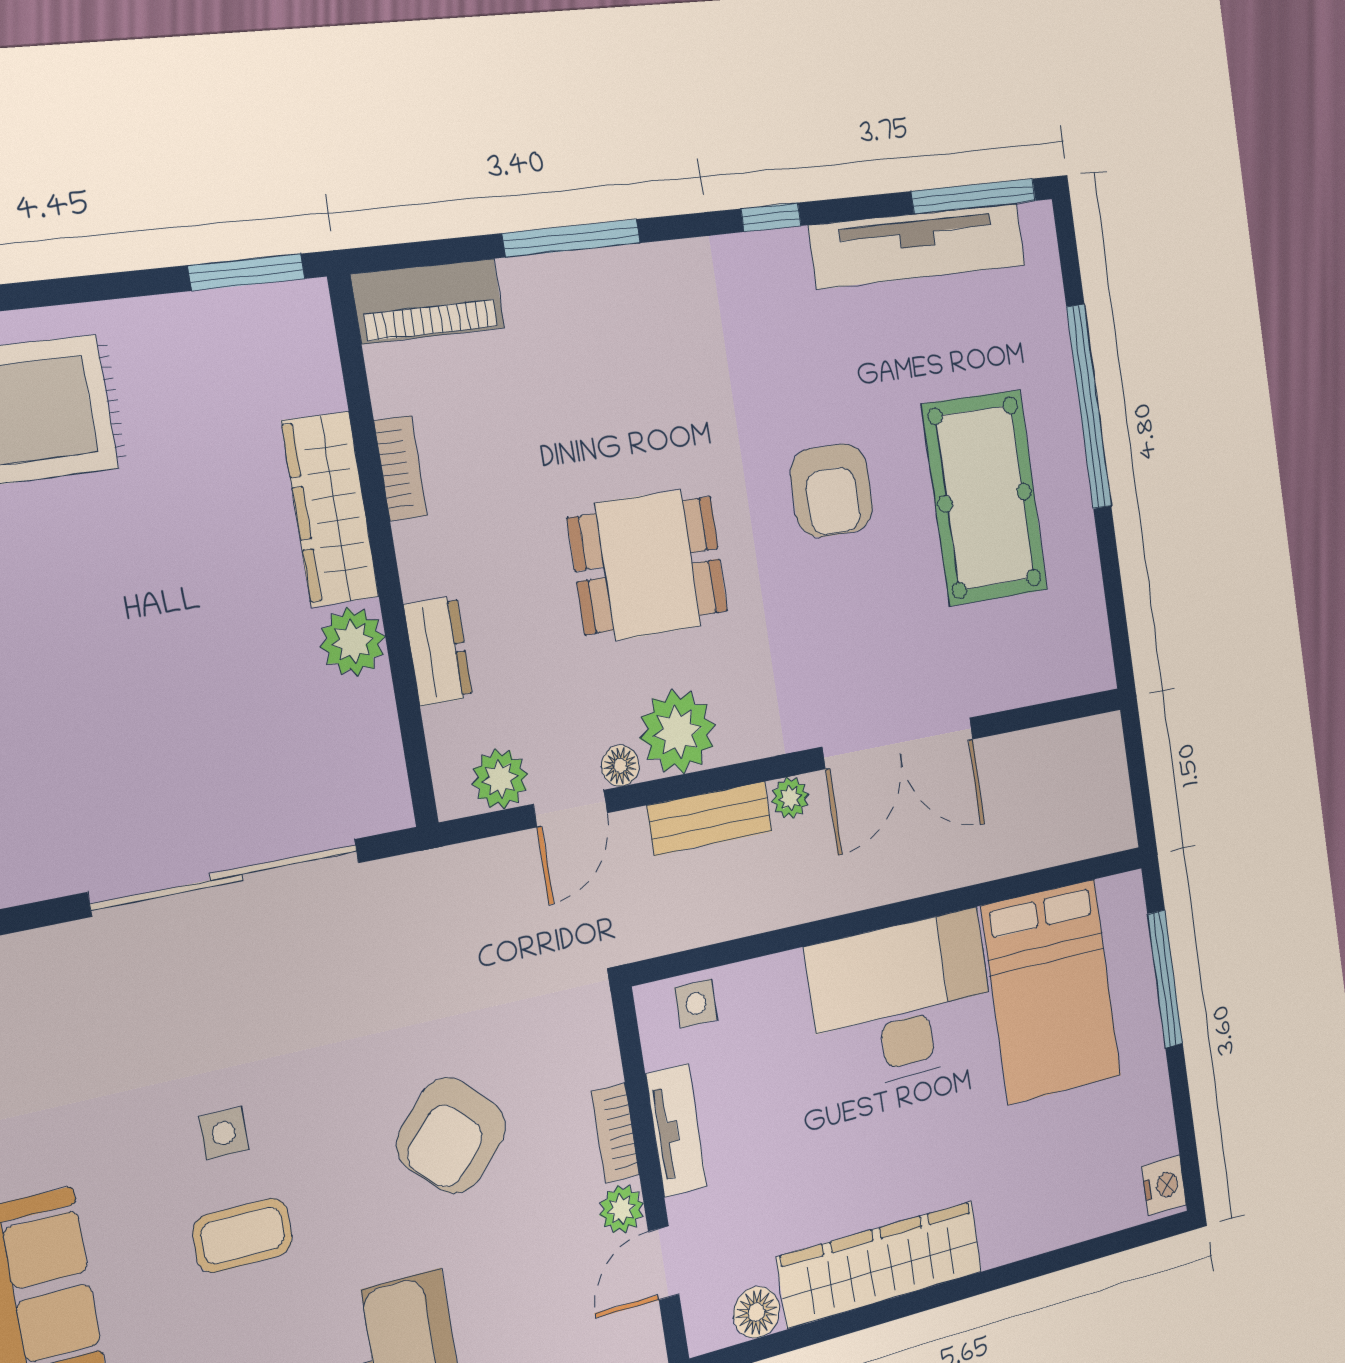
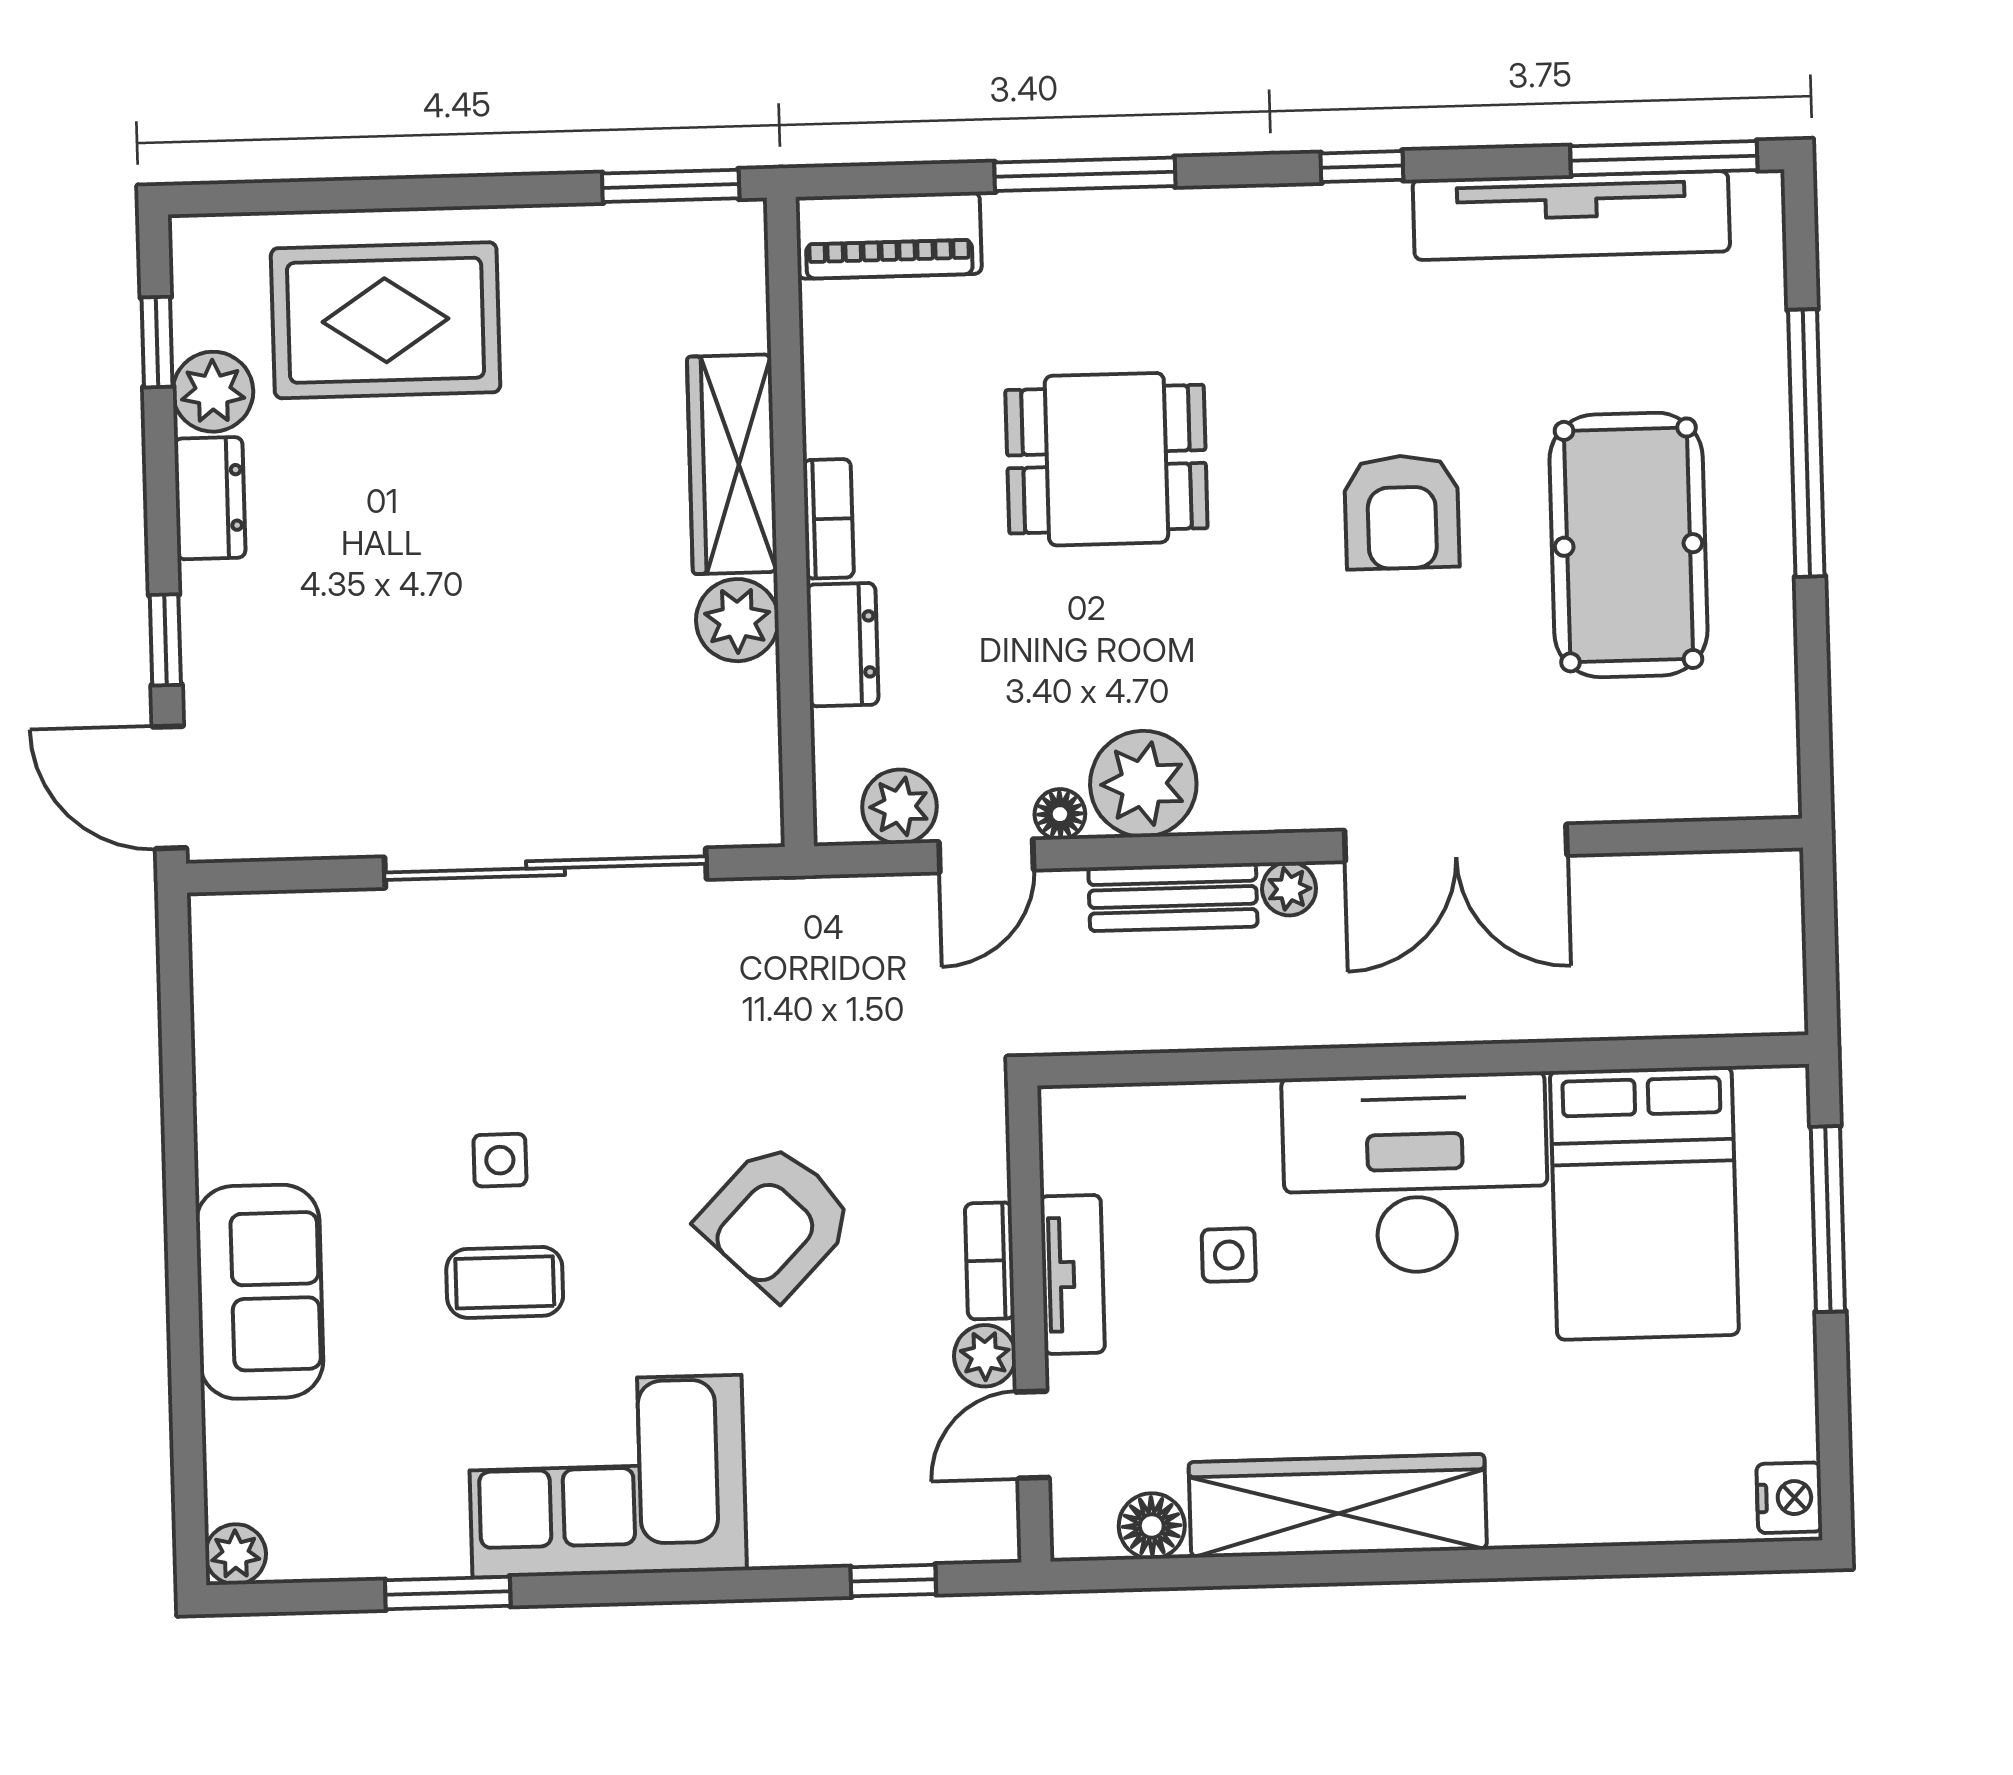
bookcase: (401, 468) -> (828, 519), moved
dining table: (648, 565) -> (1106, 459), moved
side table: (696, 1004) -> (1229, 1255), moved

